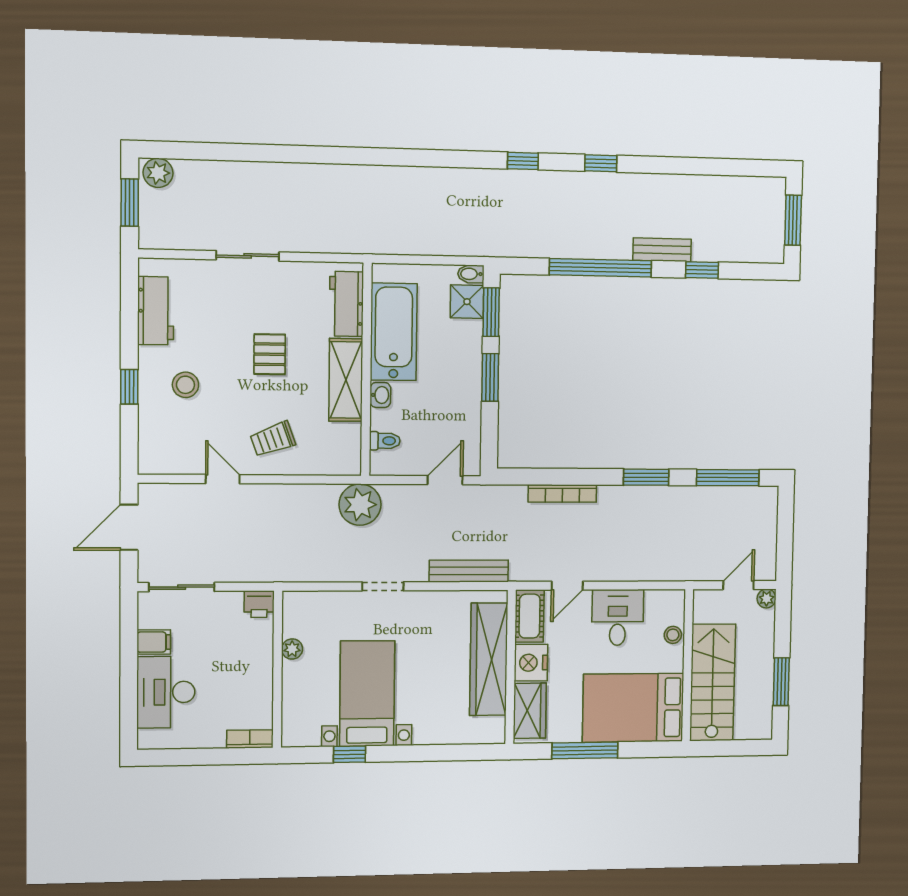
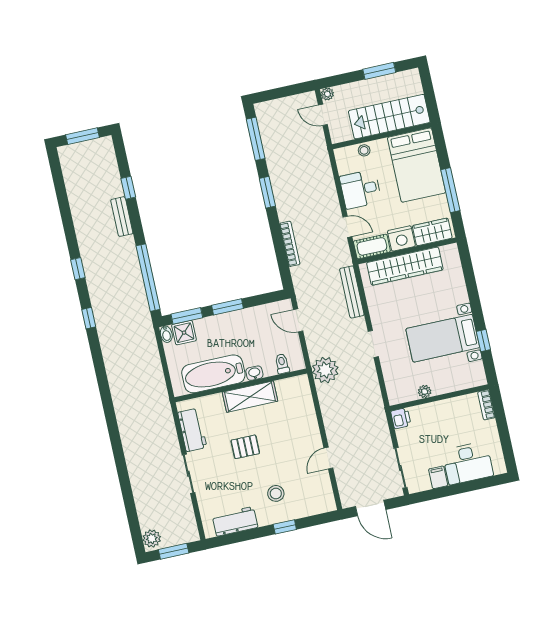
window: (600, 268) -> (148, 278), moved
workbench: (346, 304) -> (192, 430), moved, turned -90
trolley: (273, 439) -> (297, 433), removed

